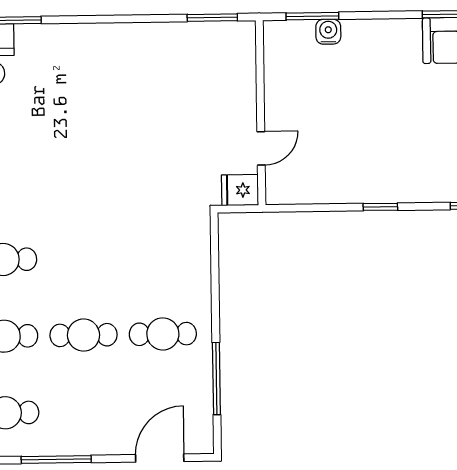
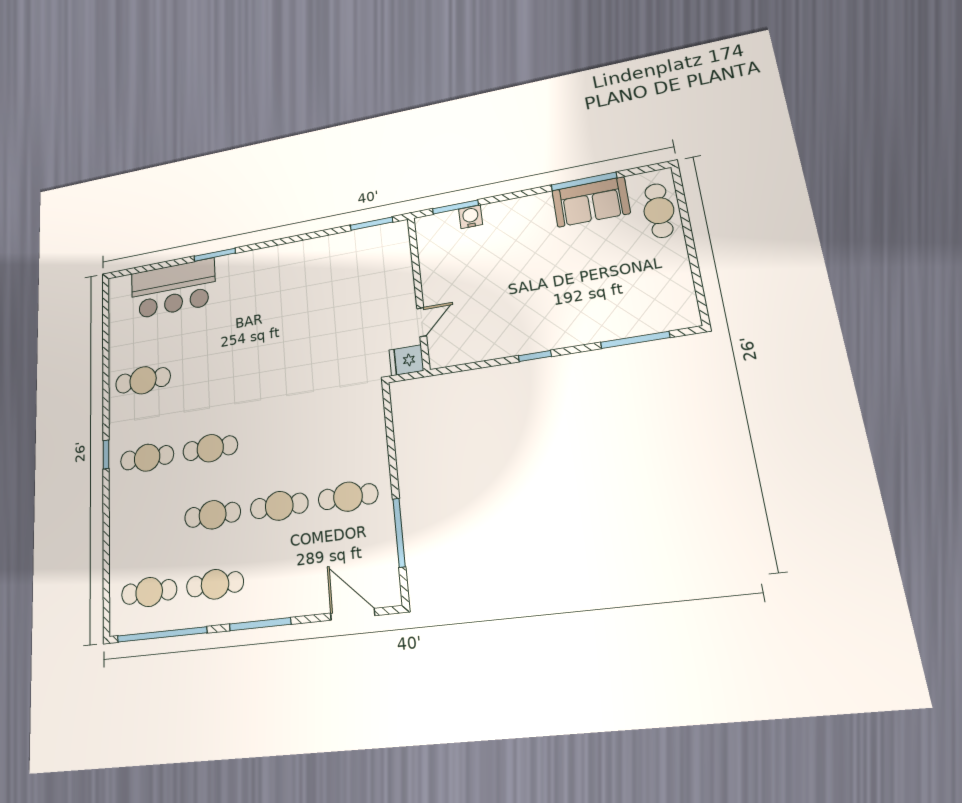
door: (160, 458) -> (353, 614), hinge flipped

